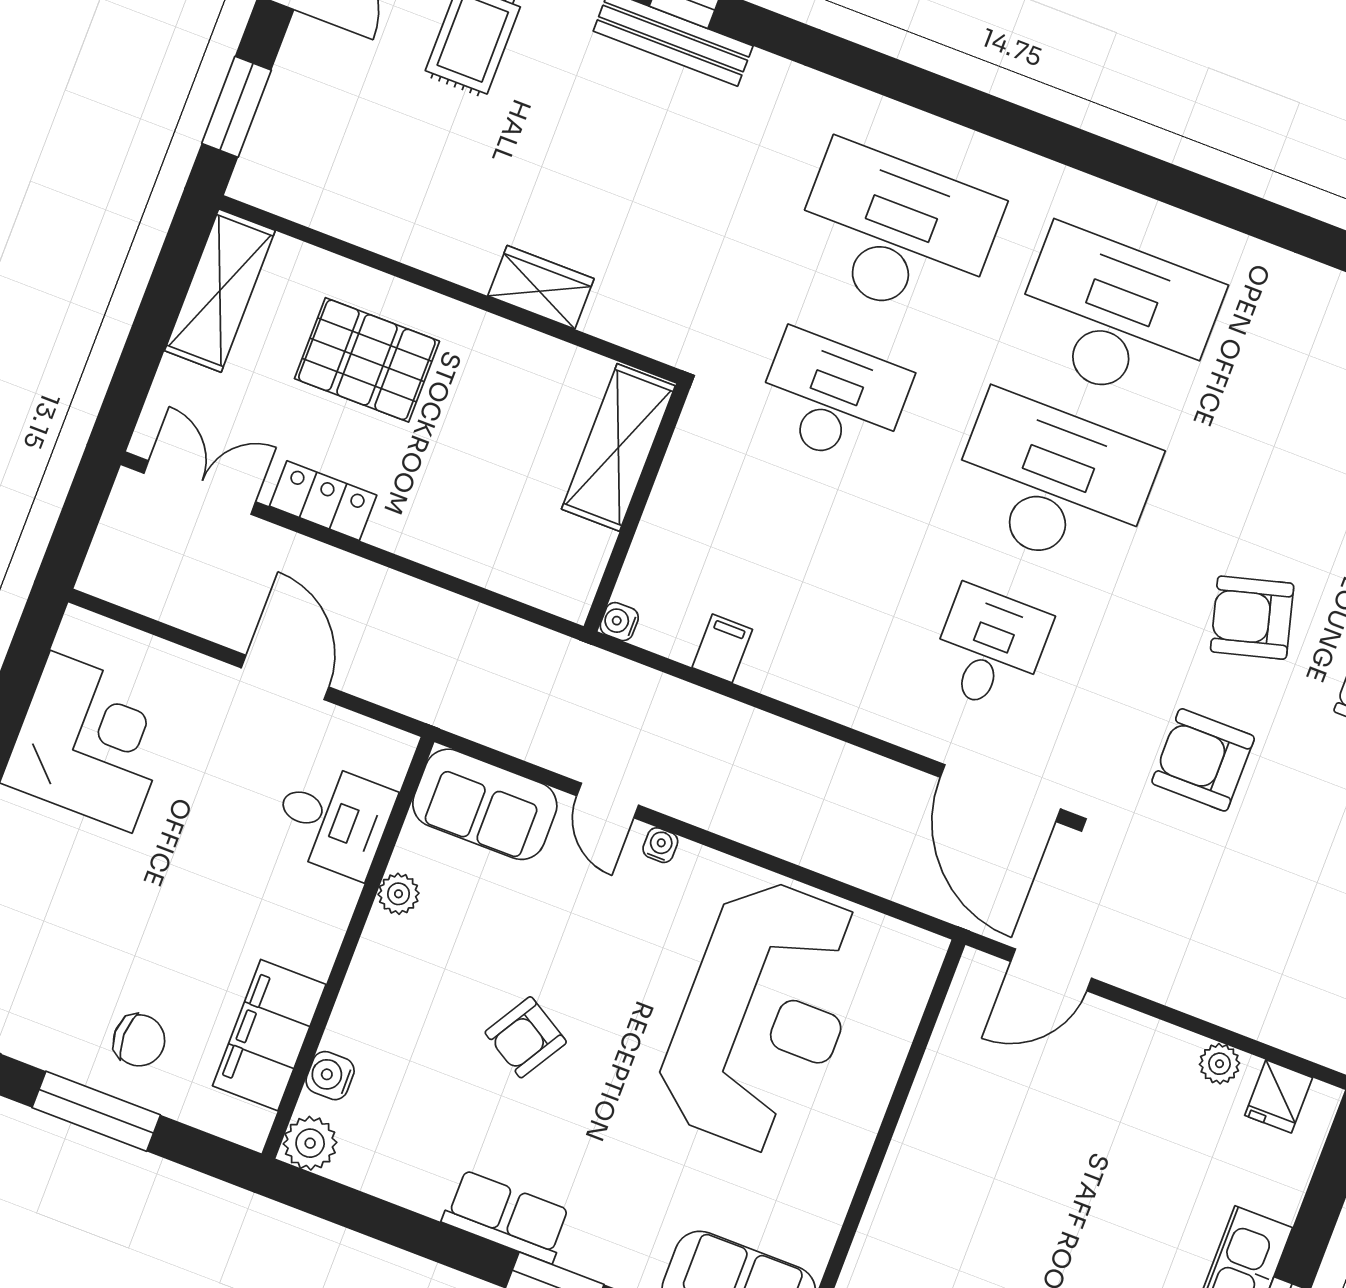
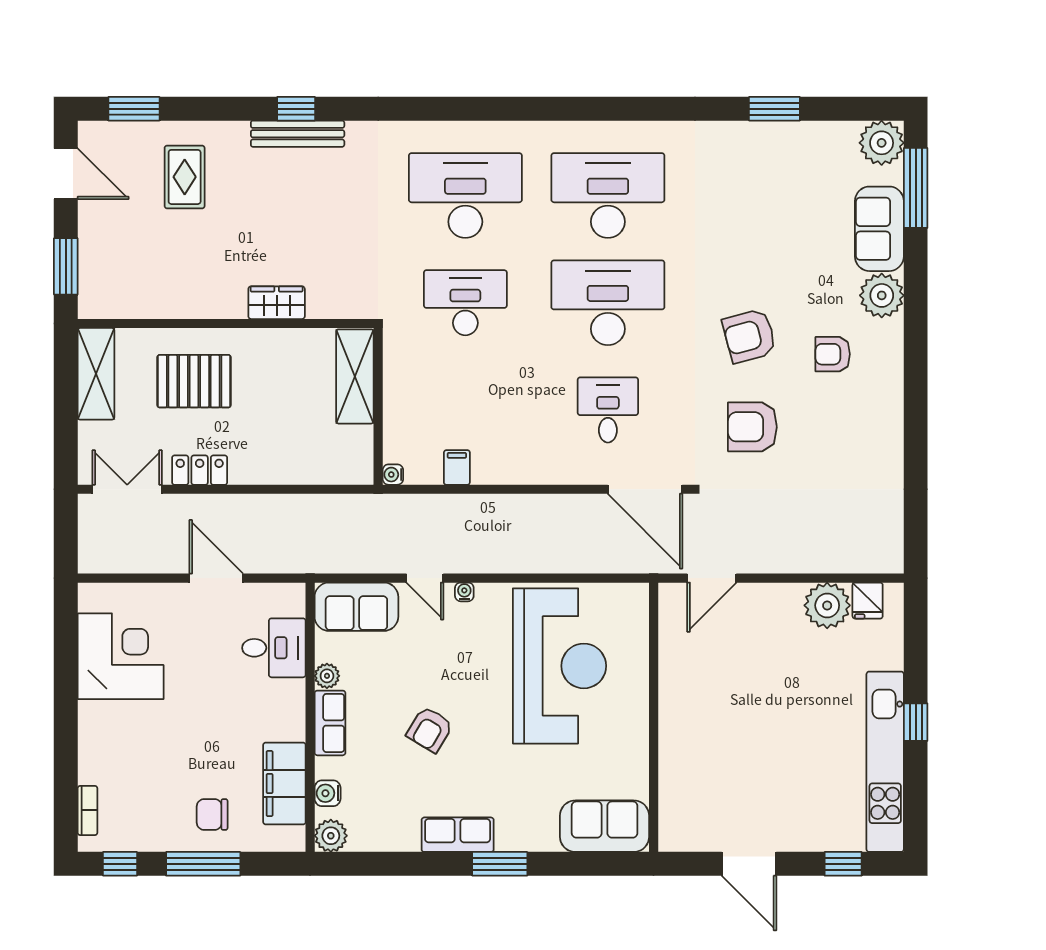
row of seats: (375, 968) -> (330, 723), added
chair: (139, 1040) -> (212, 815), turned 180
plant: (1220, 1064) -> (827, 605), width x1.88, depth x1.88

